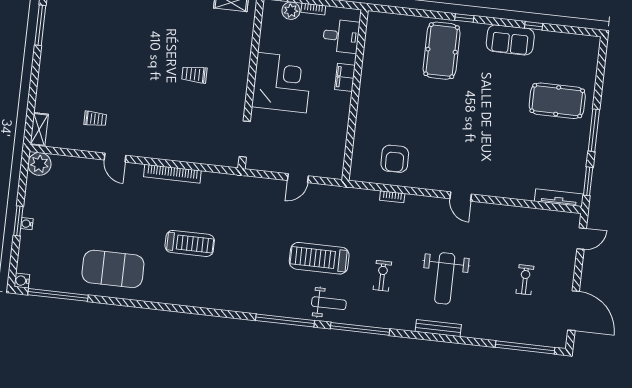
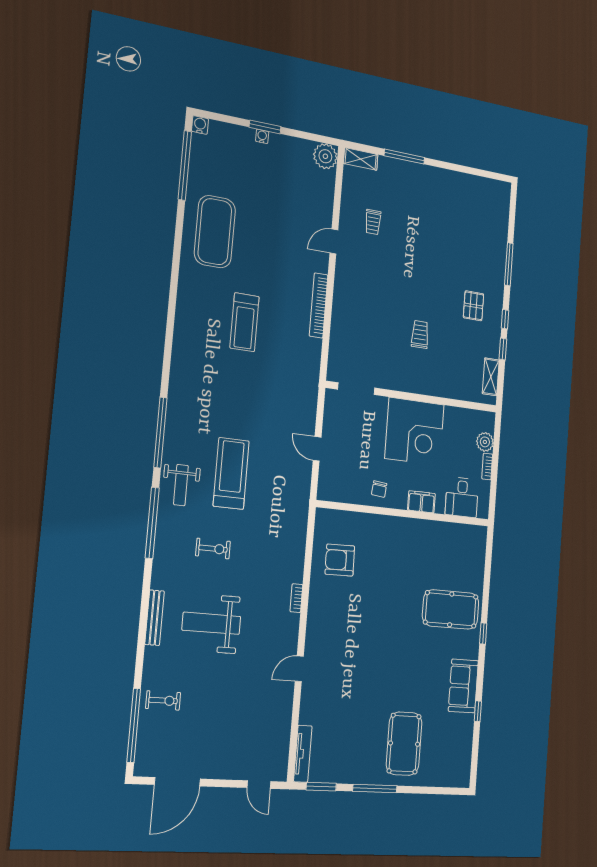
pallet: (166, 19) -> (473, 306), added
window: (40, 25) -> (404, 157), moved
chair: (333, 119) -> (379, 489), added
door: (461, 196) -> (299, 669), moved
bookcase: (392, 197) -> (296, 598), moved
exercise bike: (525, 280) -> (163, 700), moved

